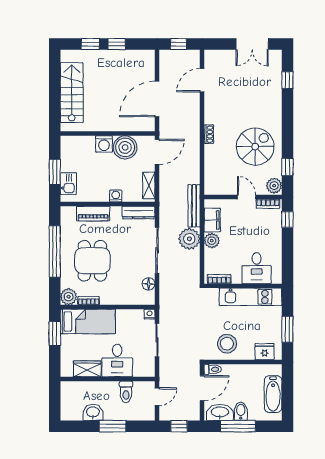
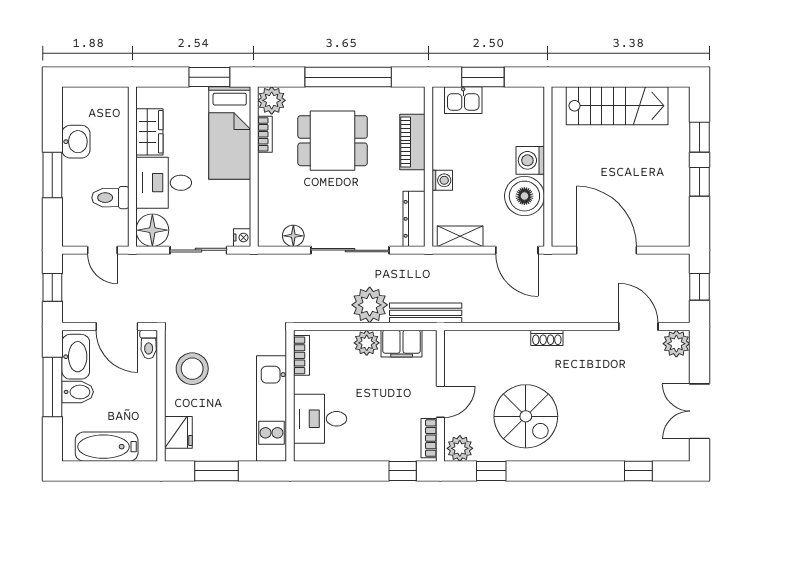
plant: (212, 58) -> (676, 344), added
floor lamp: (145, 367) -> (152, 230), added

